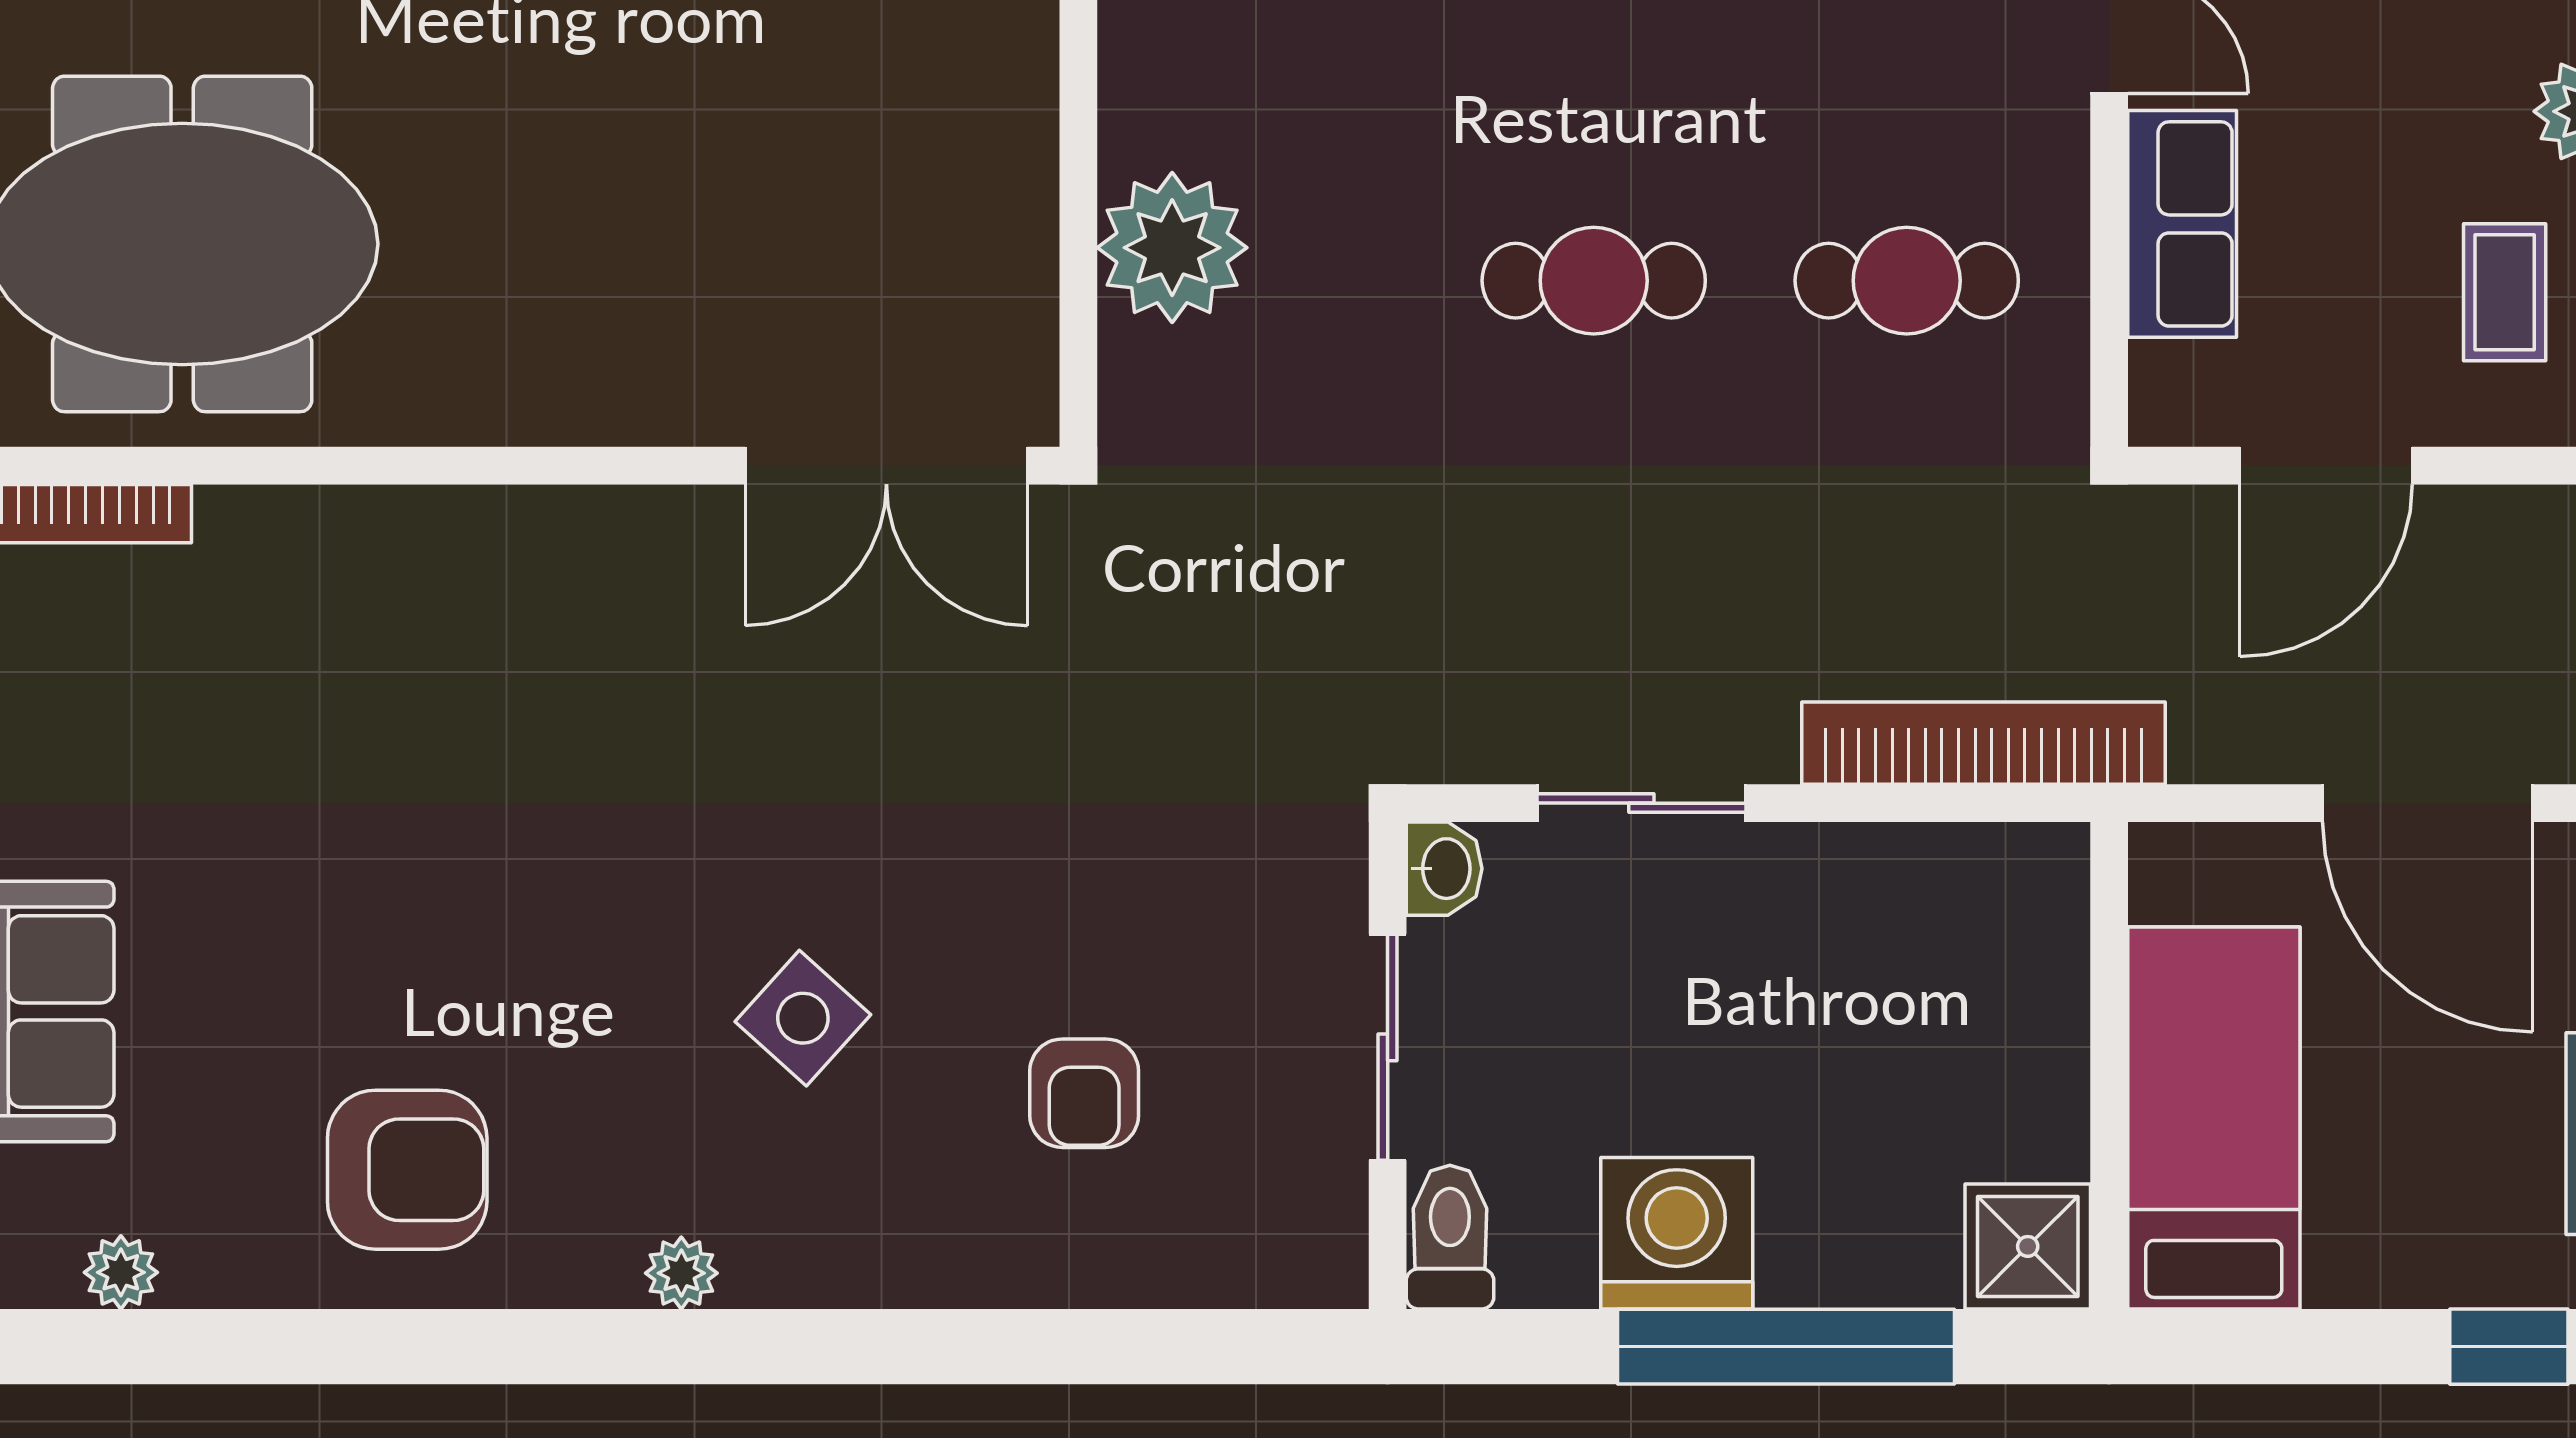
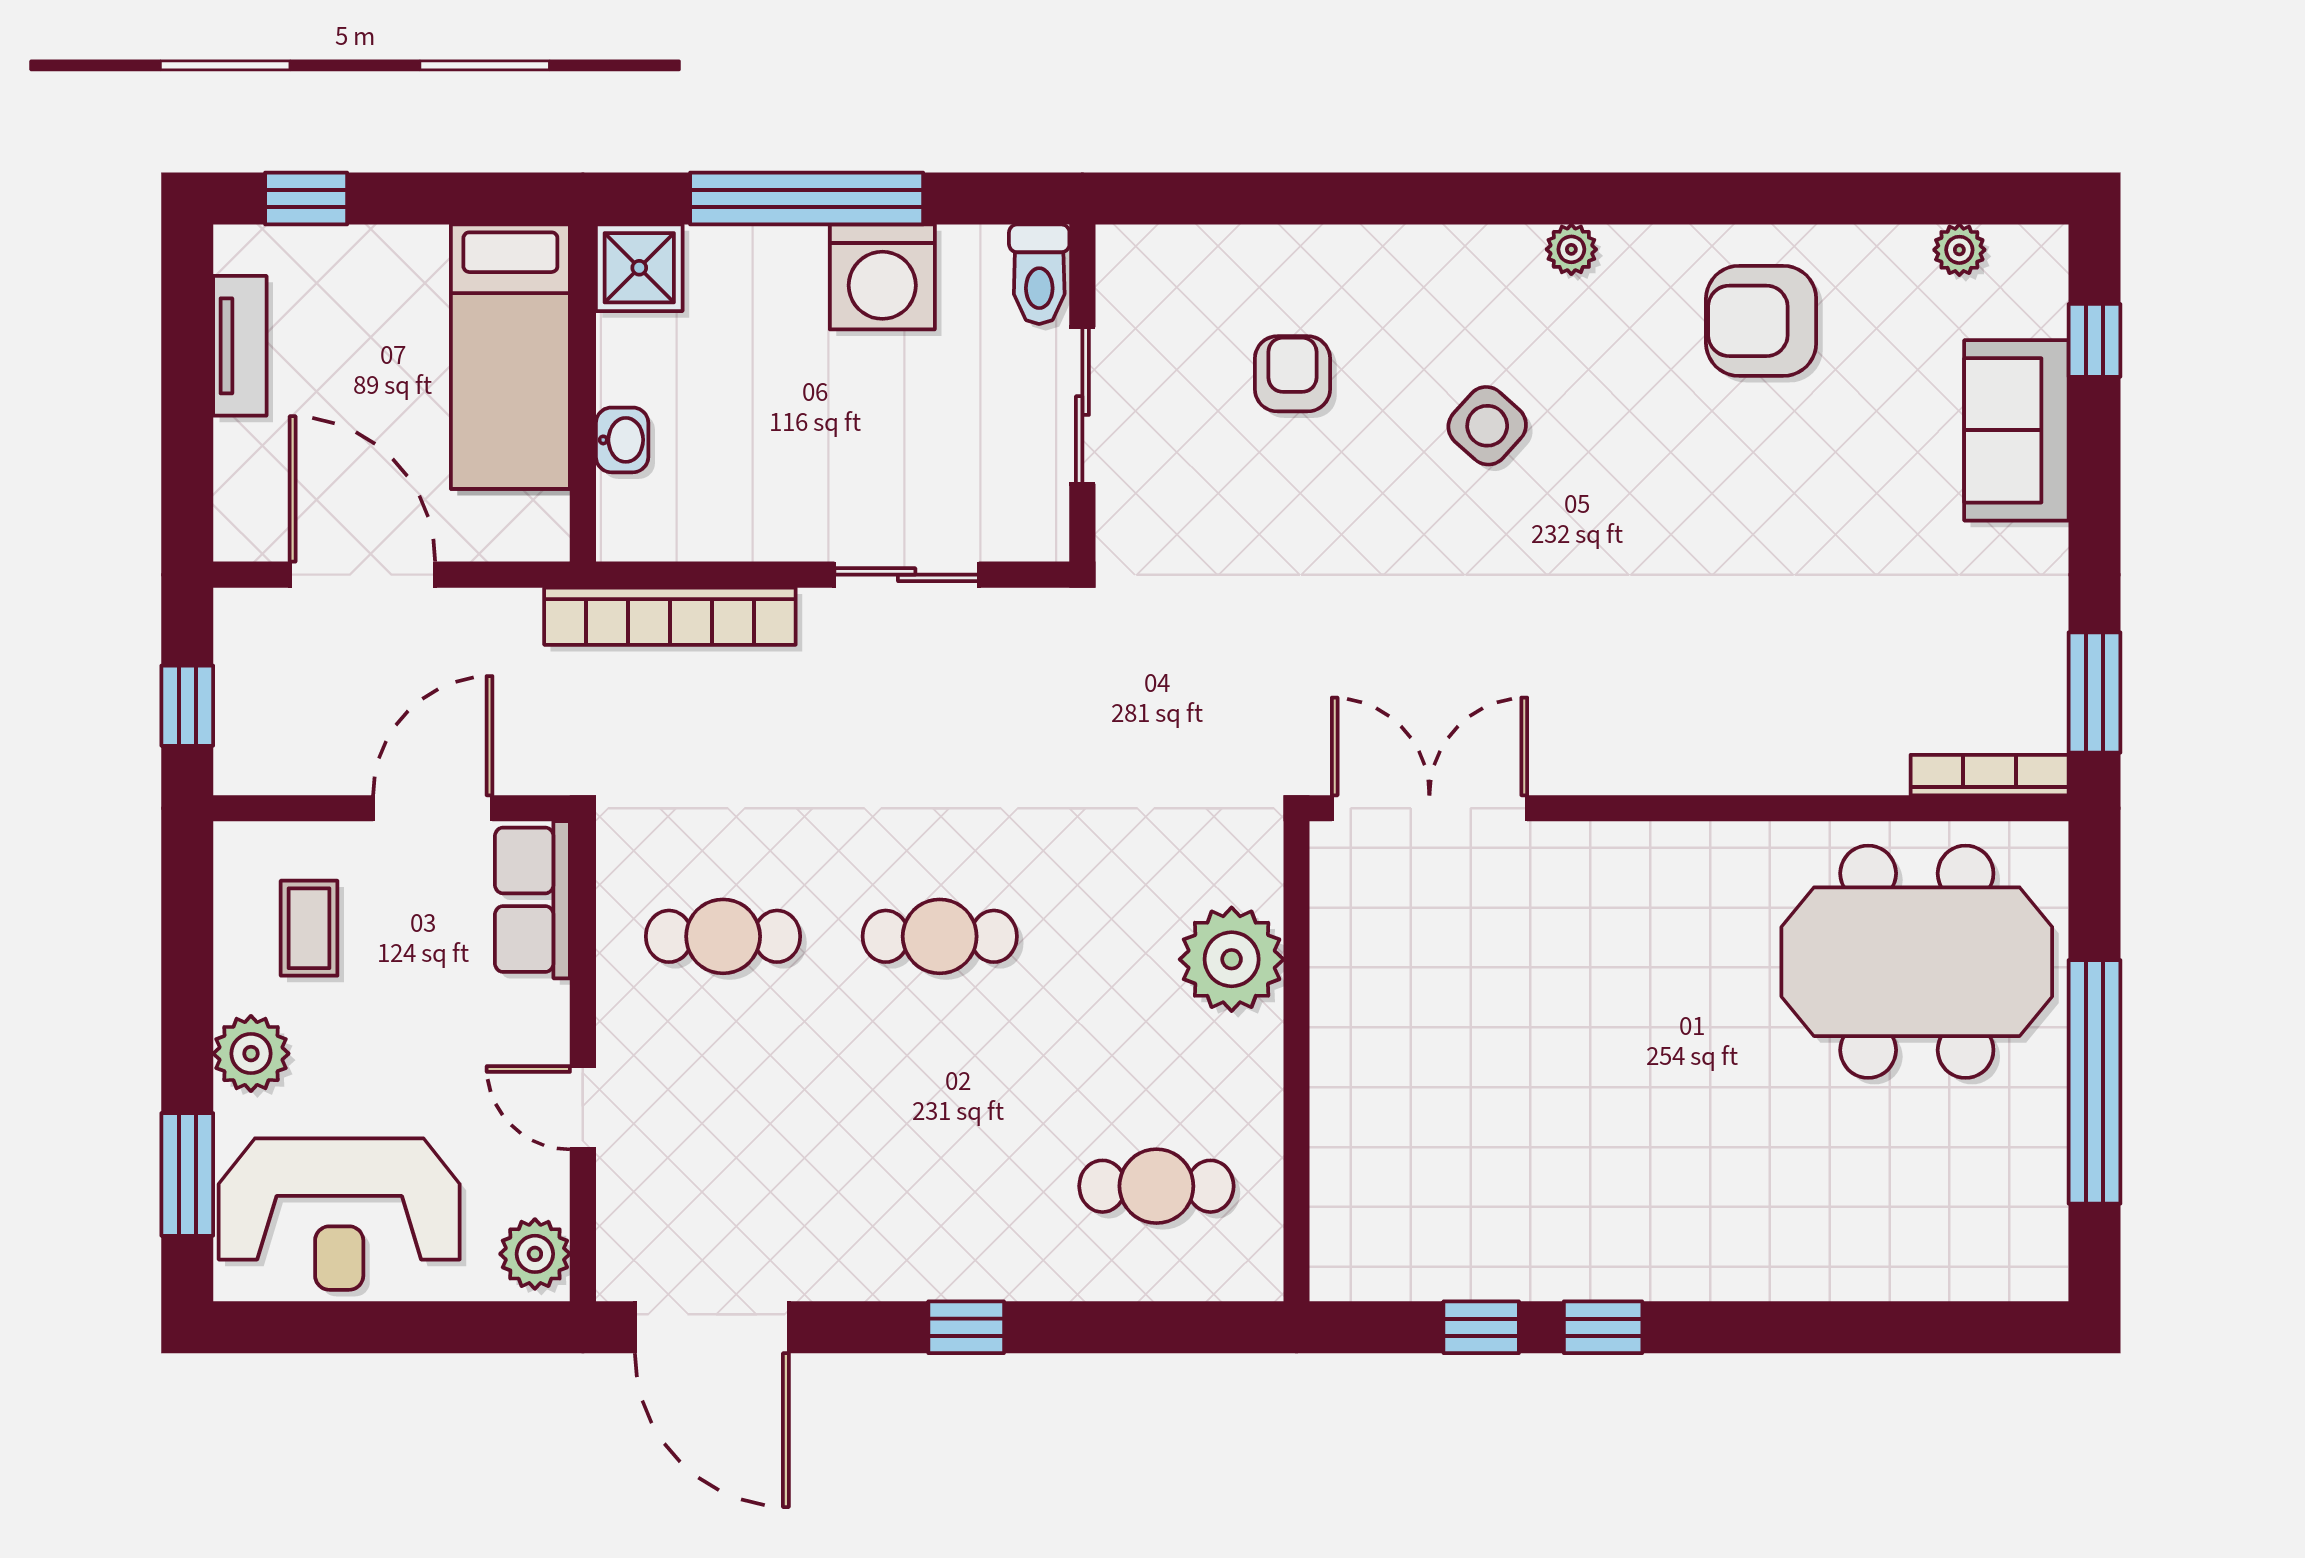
row of seats: (2182, 224) -> (532, 900), moved
washbasin: (1444, 869) -> (622, 440), moved, turned 180

